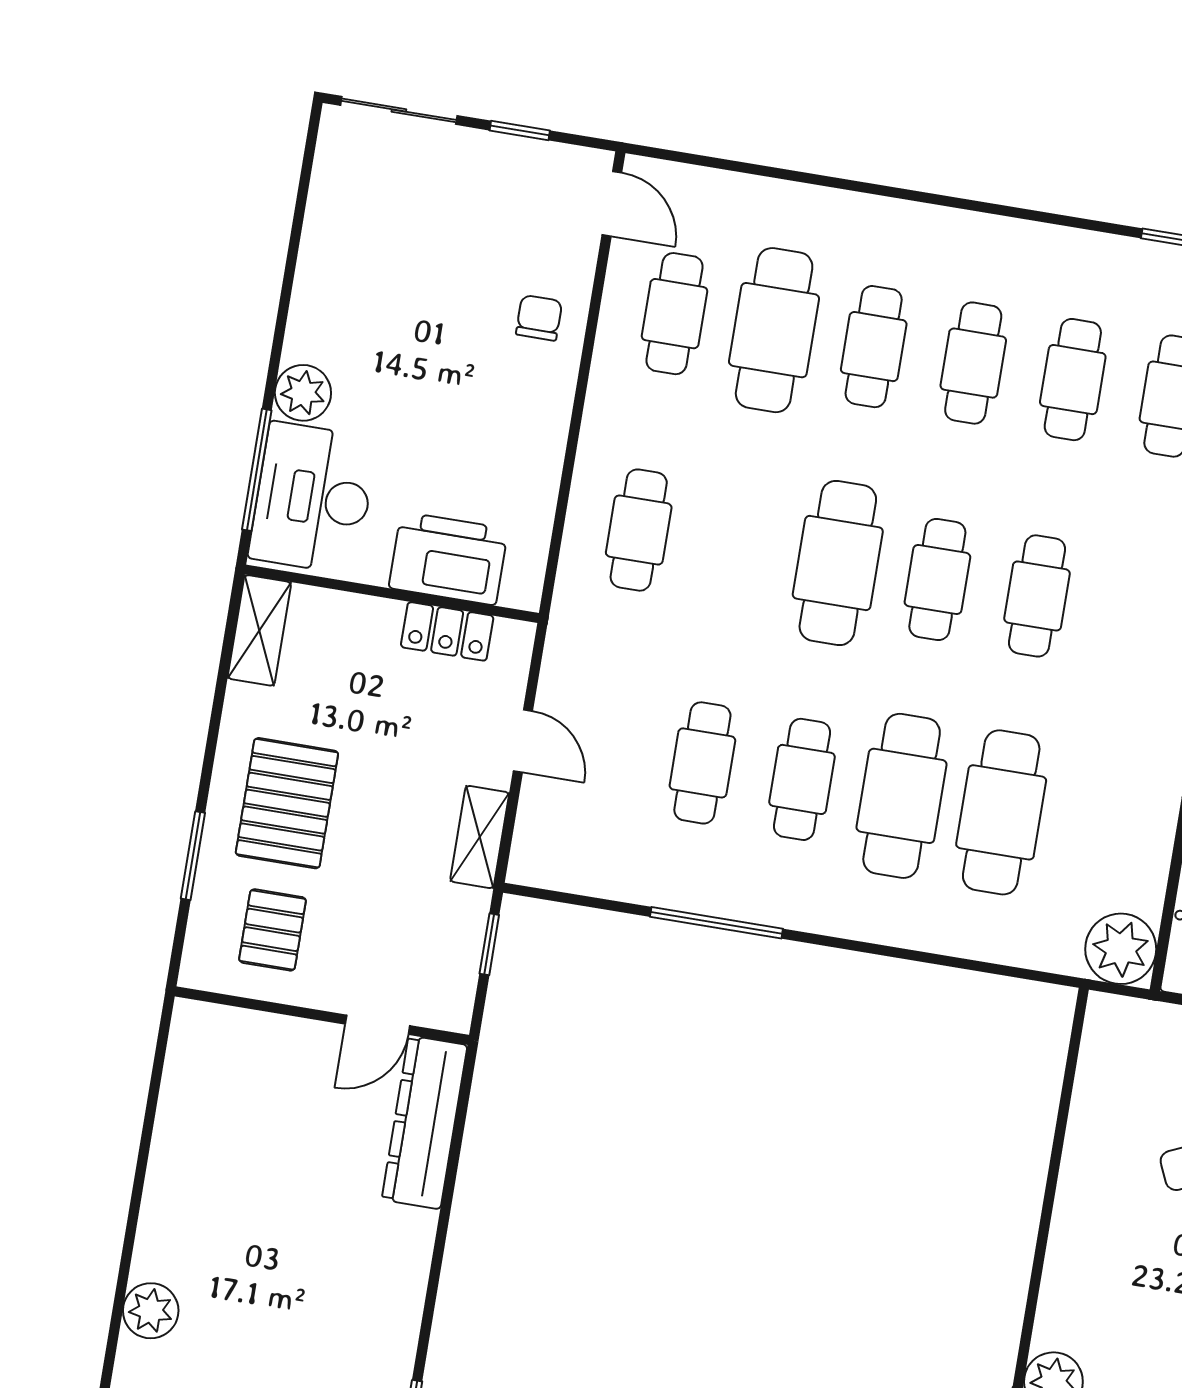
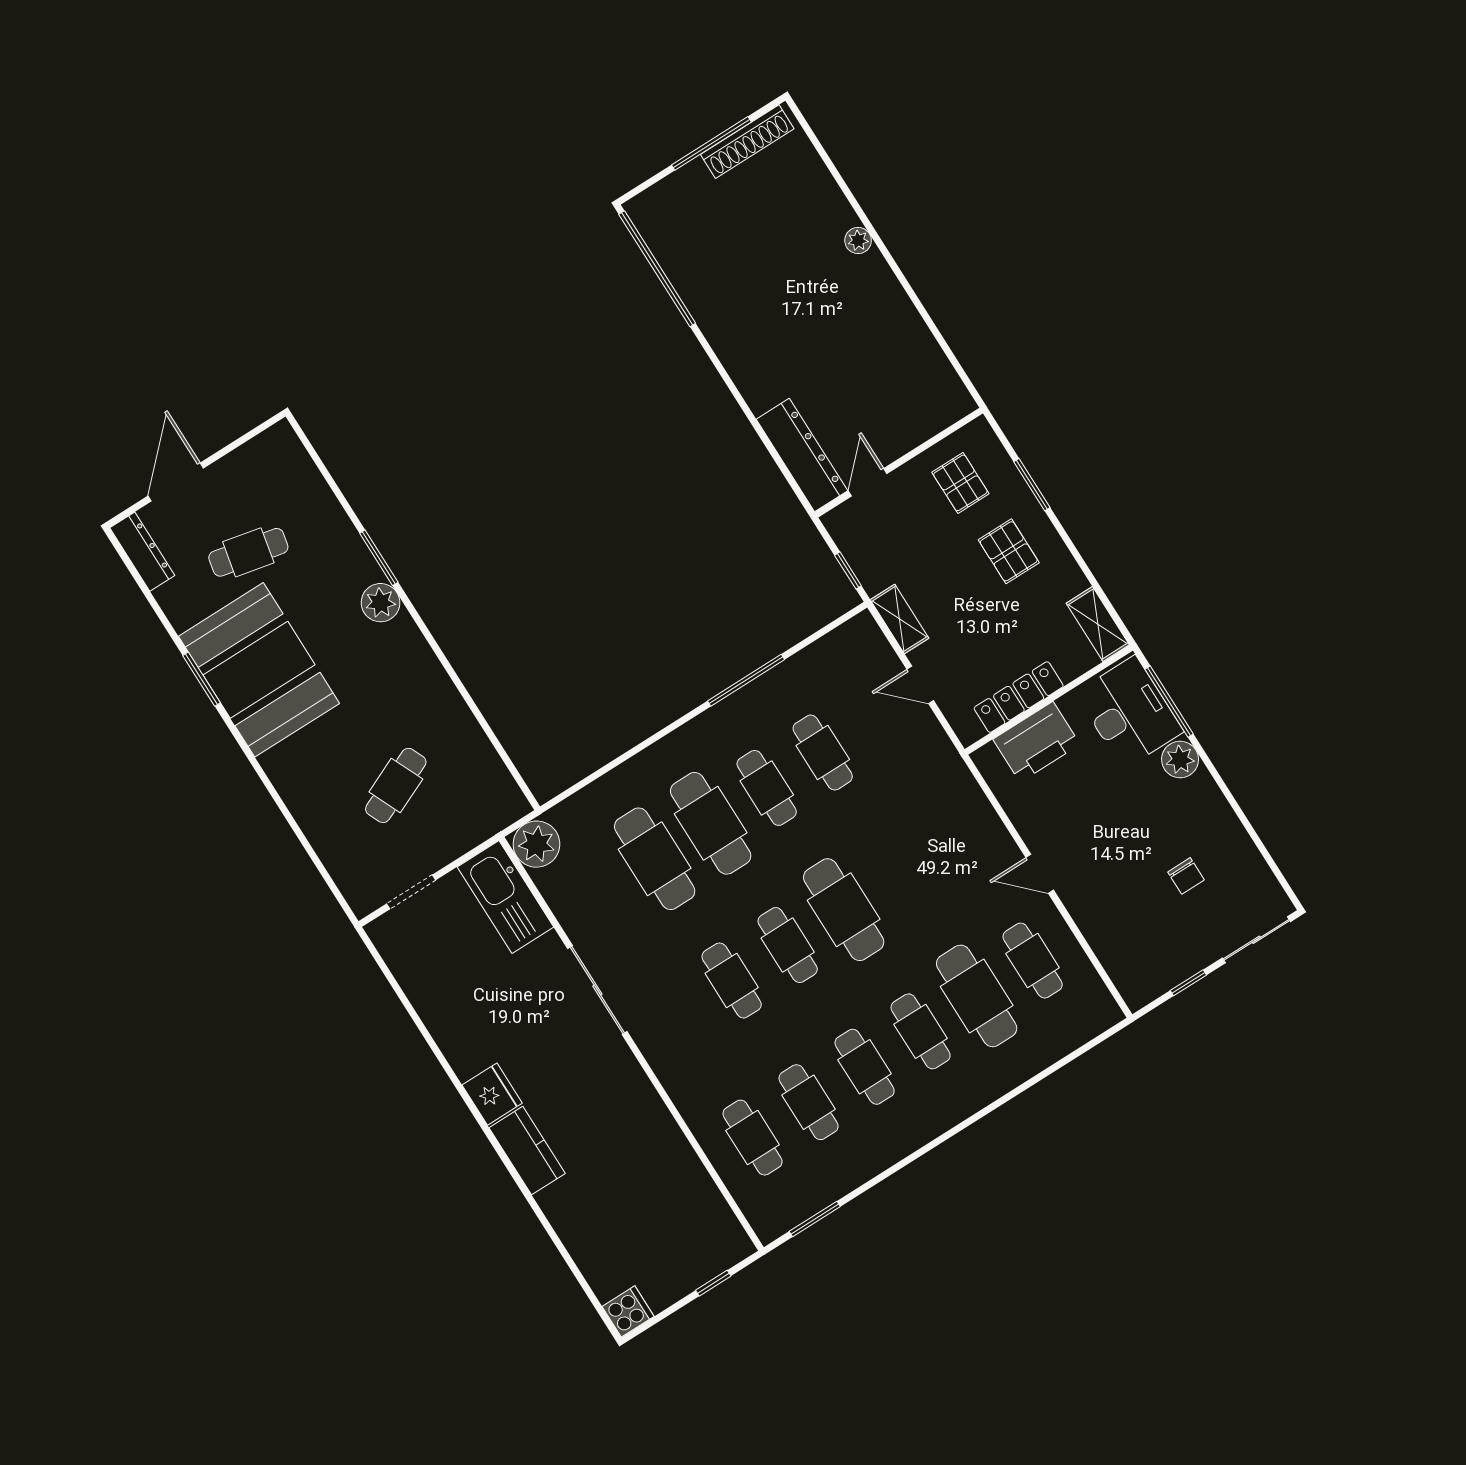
door: (612, 204) -> (1040, 874), moved
chair: (539, 318) -> (1186, 876), moved
cafe table: (639, 530) -> (956, 839), removed
locker: (447, 631) -> (1019, 697), width x1.53
pallet: (287, 803) -> (1009, 551), width x0.67, depth x0.71
plant: (151, 1311) -> (858, 240), width x0.73, depth x0.73

